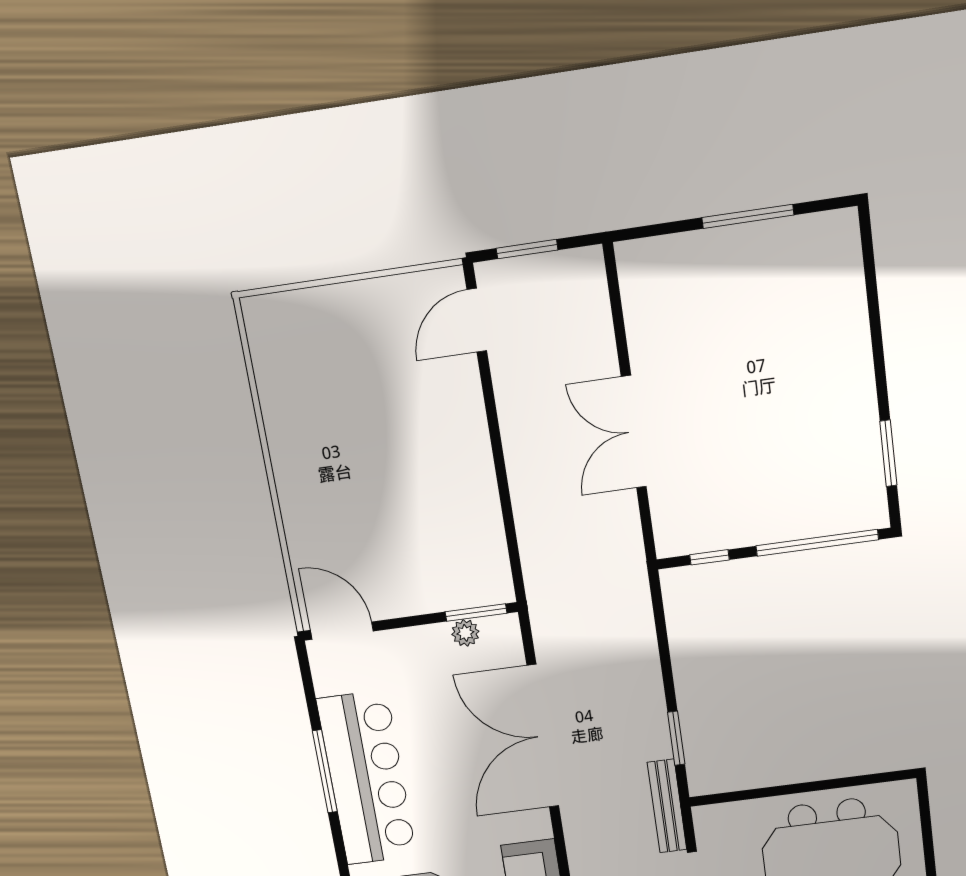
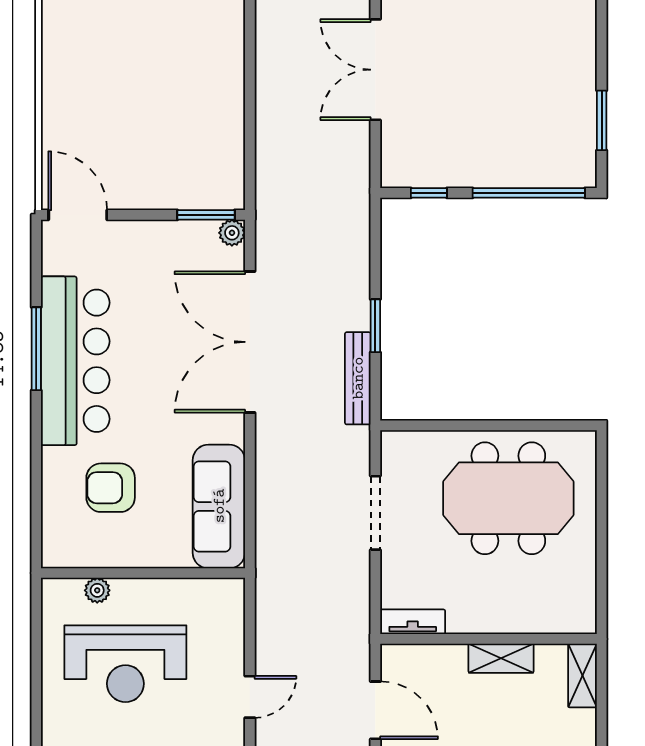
plant: (465, 633) -> (232, 233), moved
window: (676, 738) -> (375, 326), moved
bench: (667, 806) -> (358, 378), moved

